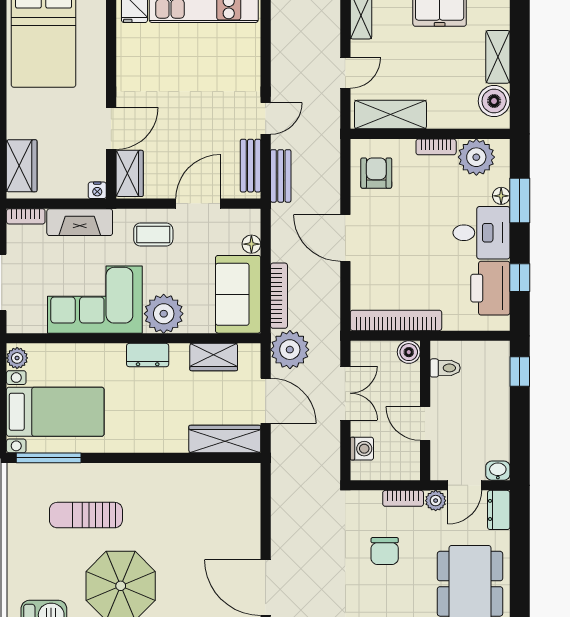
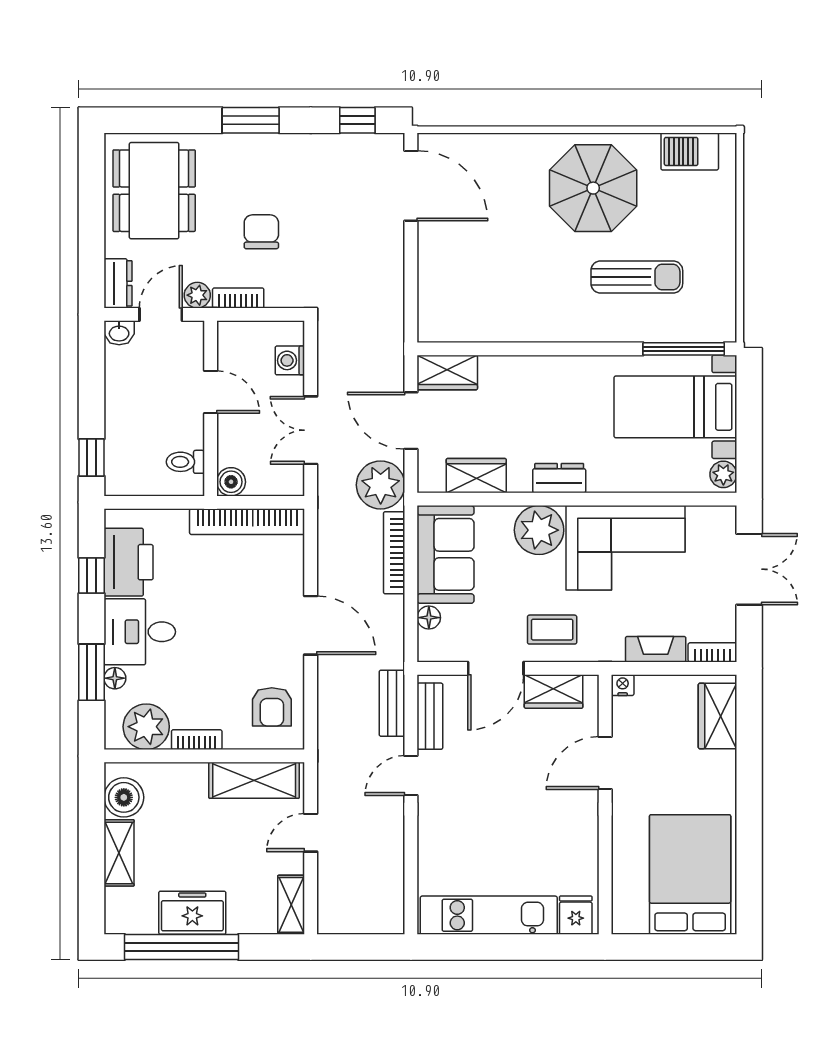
wardrobe: (130, 173) -> (554, 691), moved, turned -90
fireplace: (80, 222) -> (656, 649), width x0.73, depth x0.76
wardrobe: (225, 439) -> (447, 373), width x0.67

